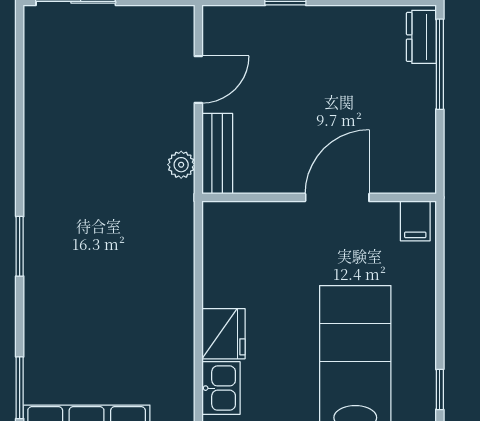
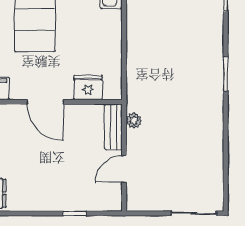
door: (337, 197) -> (45, 102), hinge flipped
fridge: (223, 334) -> (88, 88), moved, turned 90

